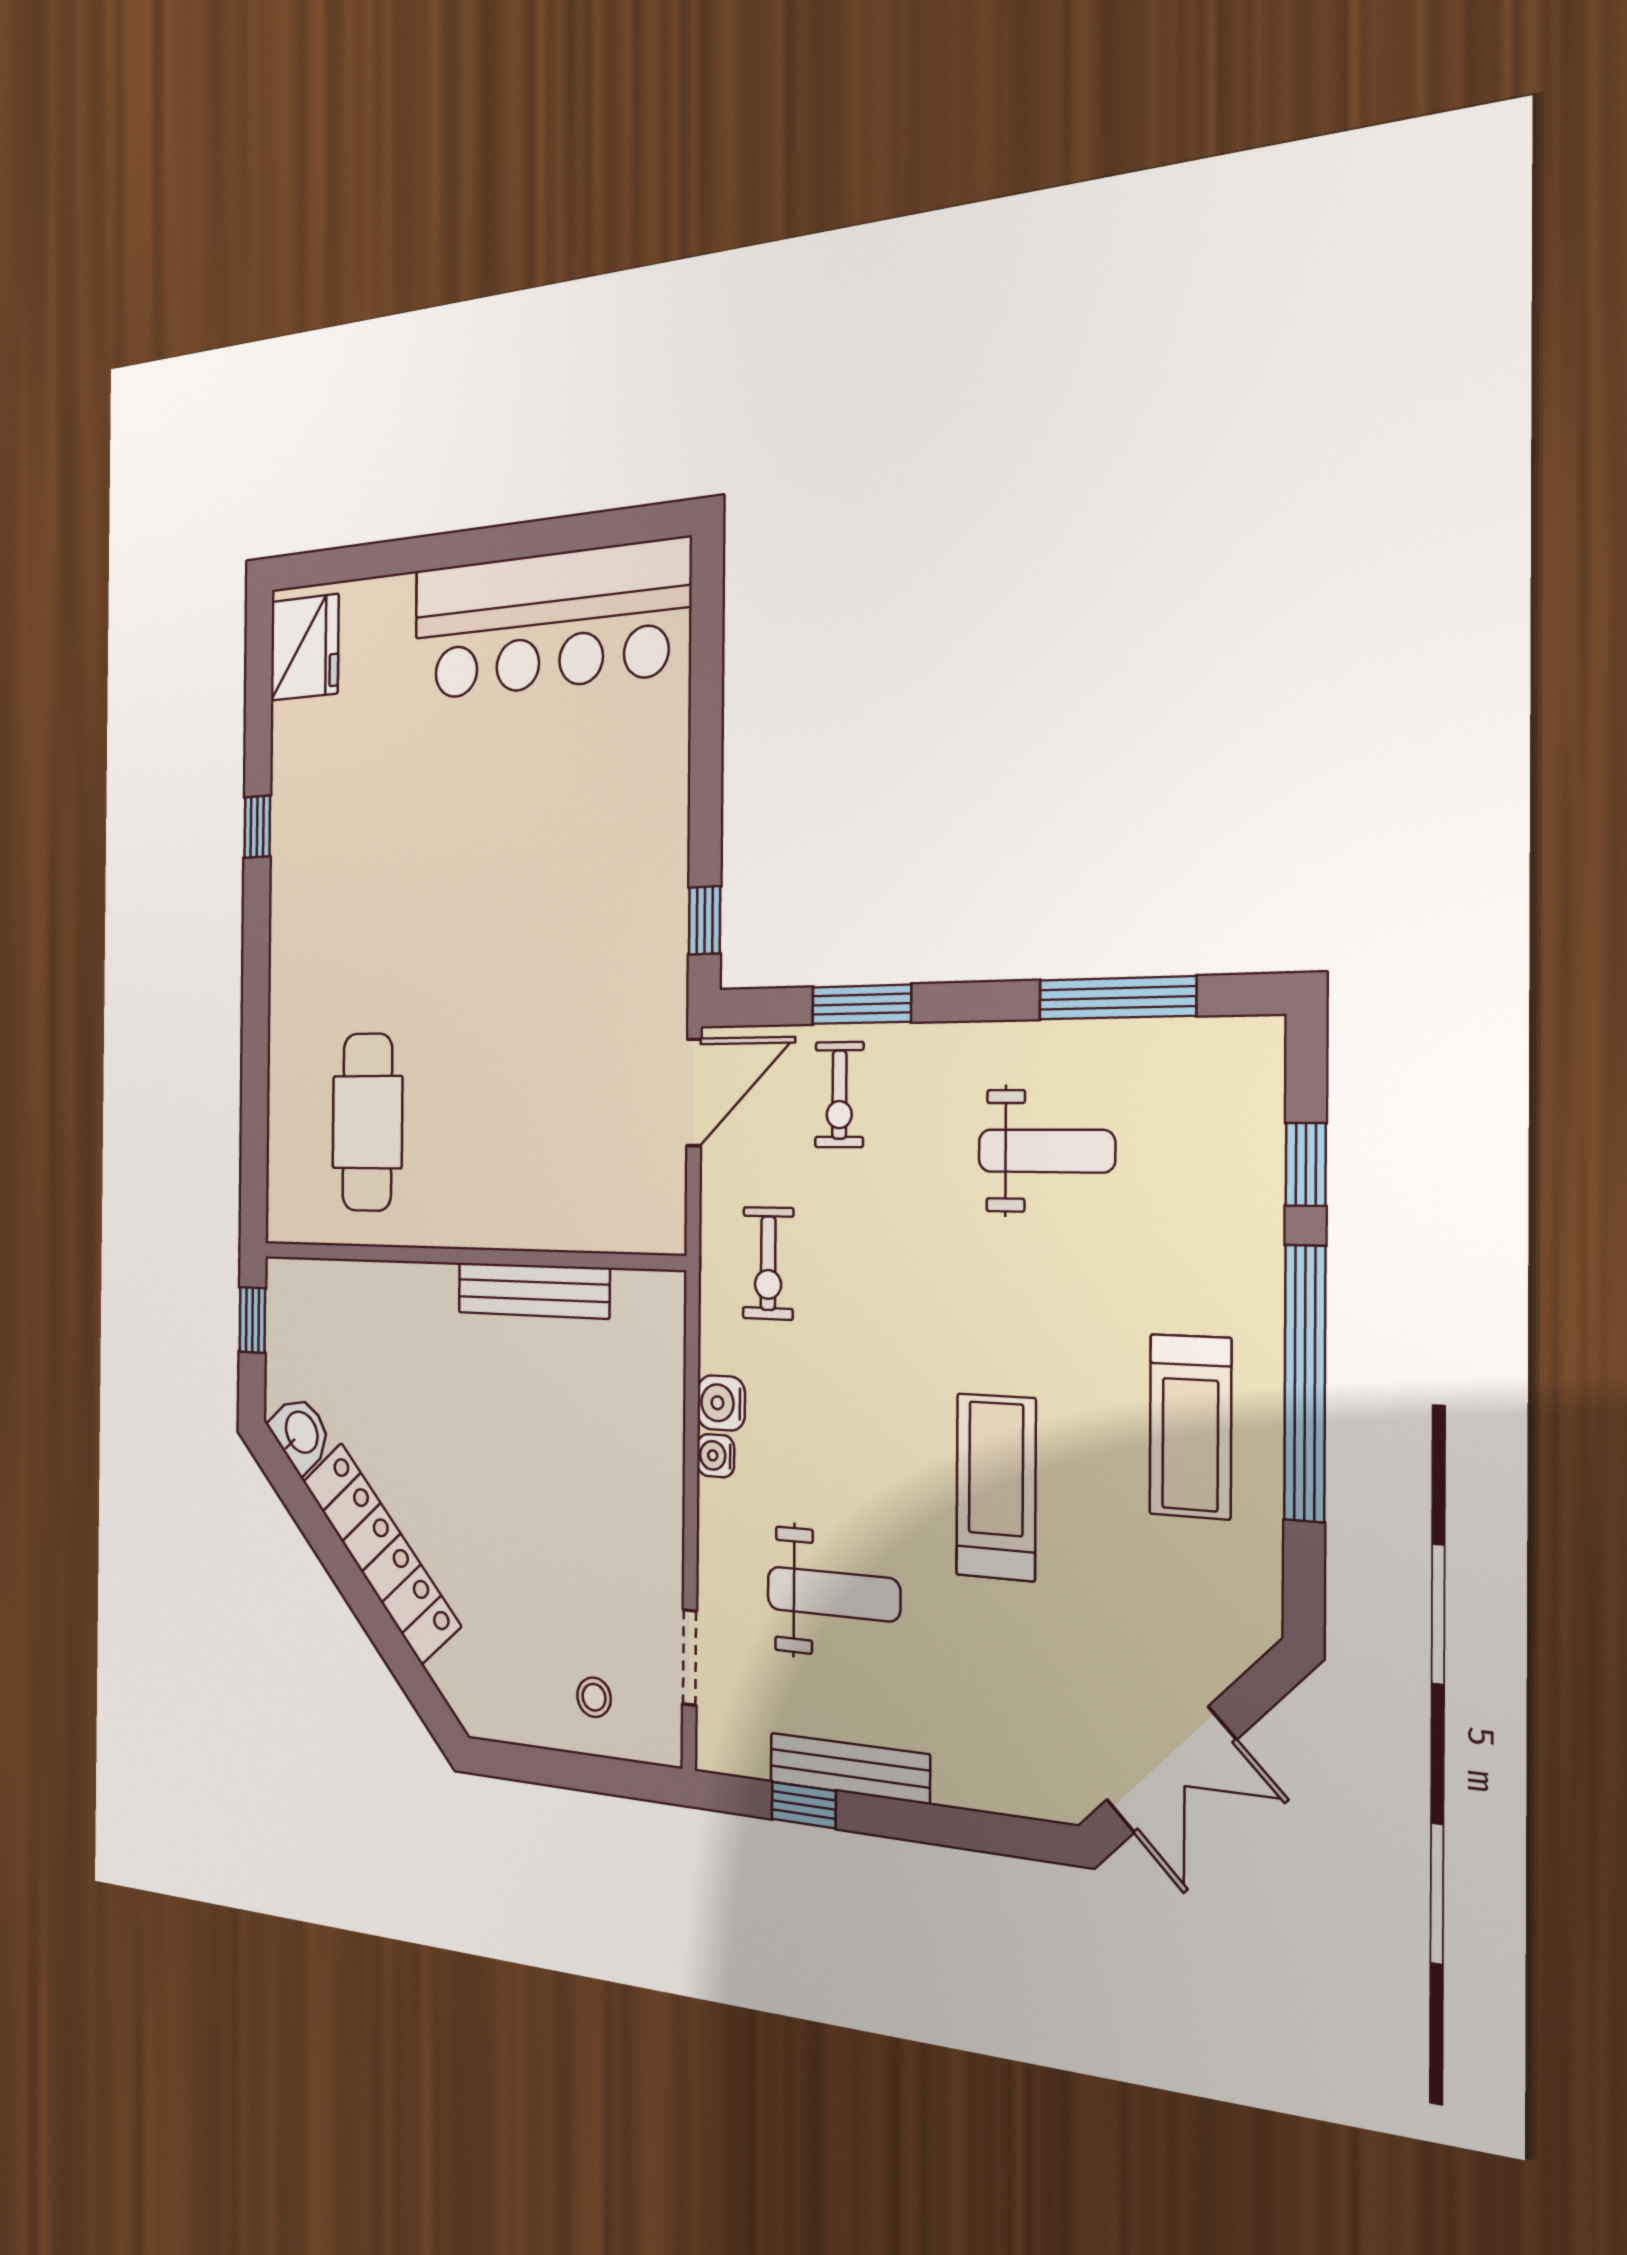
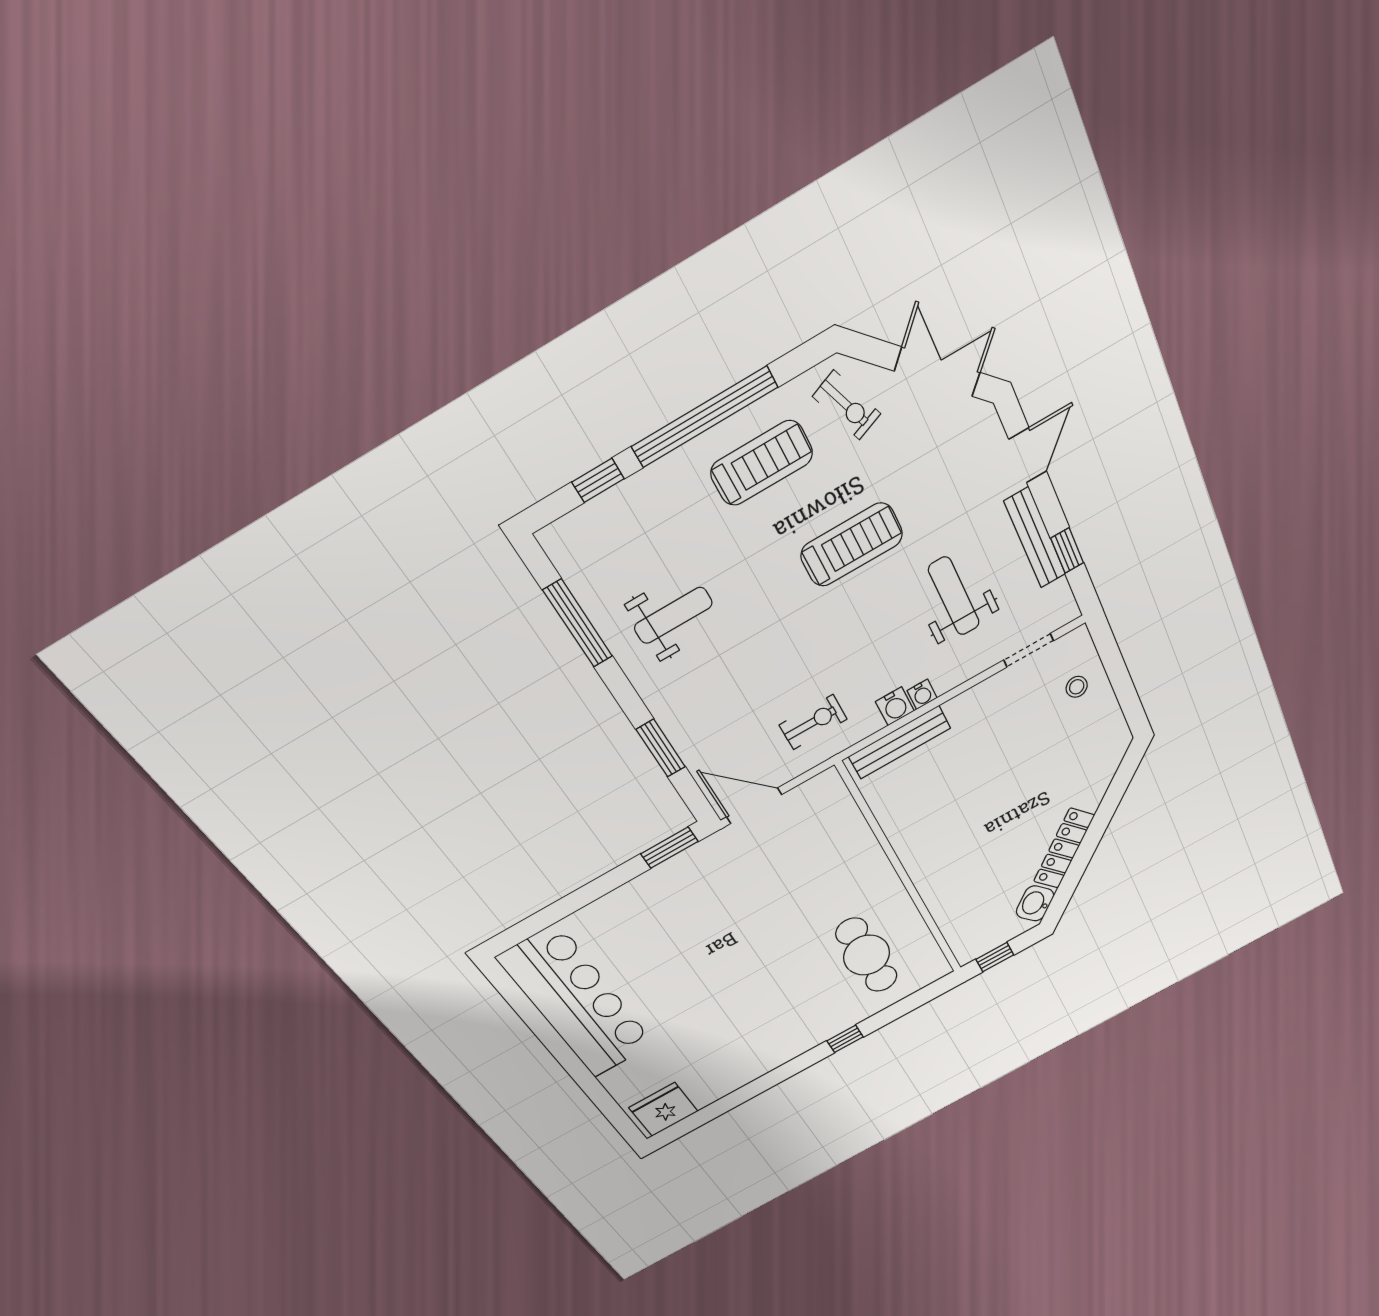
window: (257, 827) -> (845, 1039), moved
window: (705, 920) -> (669, 848), width x1.50
exercise bike: (839, 1095) -> (847, 405), moved, turned 69
cafe table: (367, 1122) -> (867, 955), turned 90
weight bench: (1046, 1151) -> (673, 615), turned 90
bench: (533, 1290) -> (899, 742), moved, turned 90
treadmill: (996, 1487) -> (852, 545), turned 180
locker: (381, 1553) -> (1064, 848), width x0.71, depth x0.83
door: (975, 1831) -> (1028, 455), added

